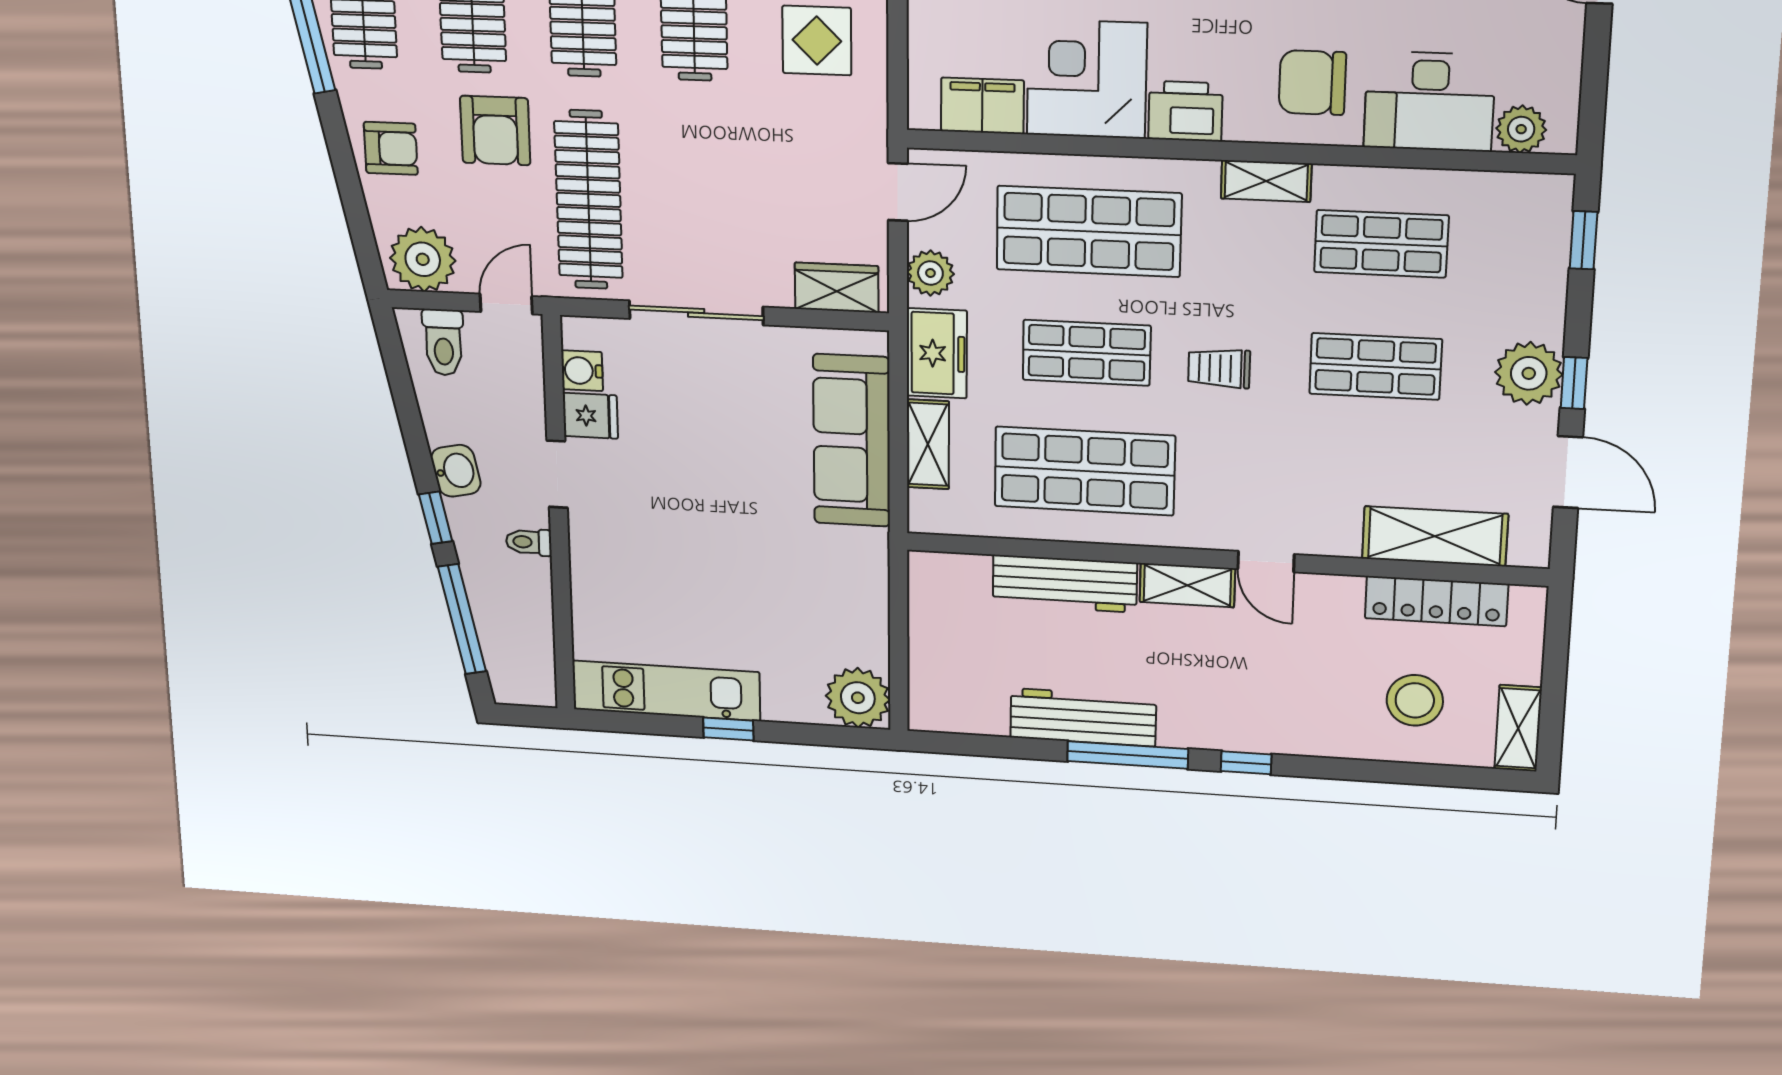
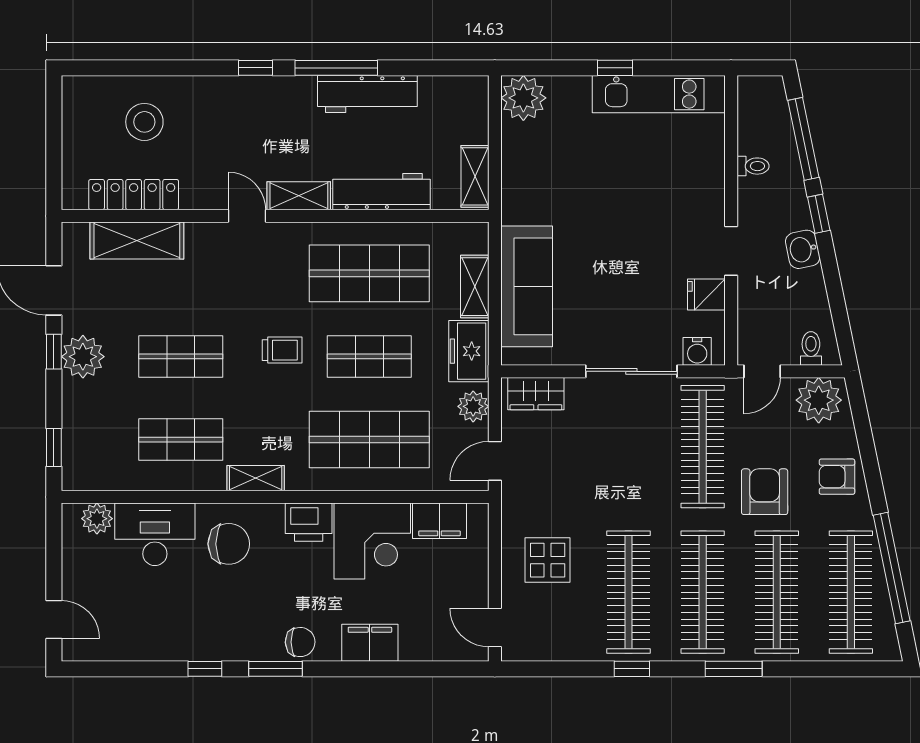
toilet: (443, 342) -> (811, 348), width x0.73, depth x0.72
water cooler: (582, 371) -> (697, 351), moved, turned 90
toilet: (529, 542) -> (753, 166), moved
shelving: (1518, 728) -> (475, 176), moved

